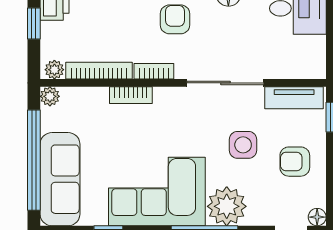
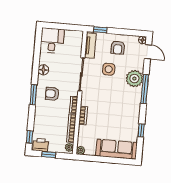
window: (34, 160) -> (107, 160), removed
corner sofa: (157, 191) -> (125, 108), removed

